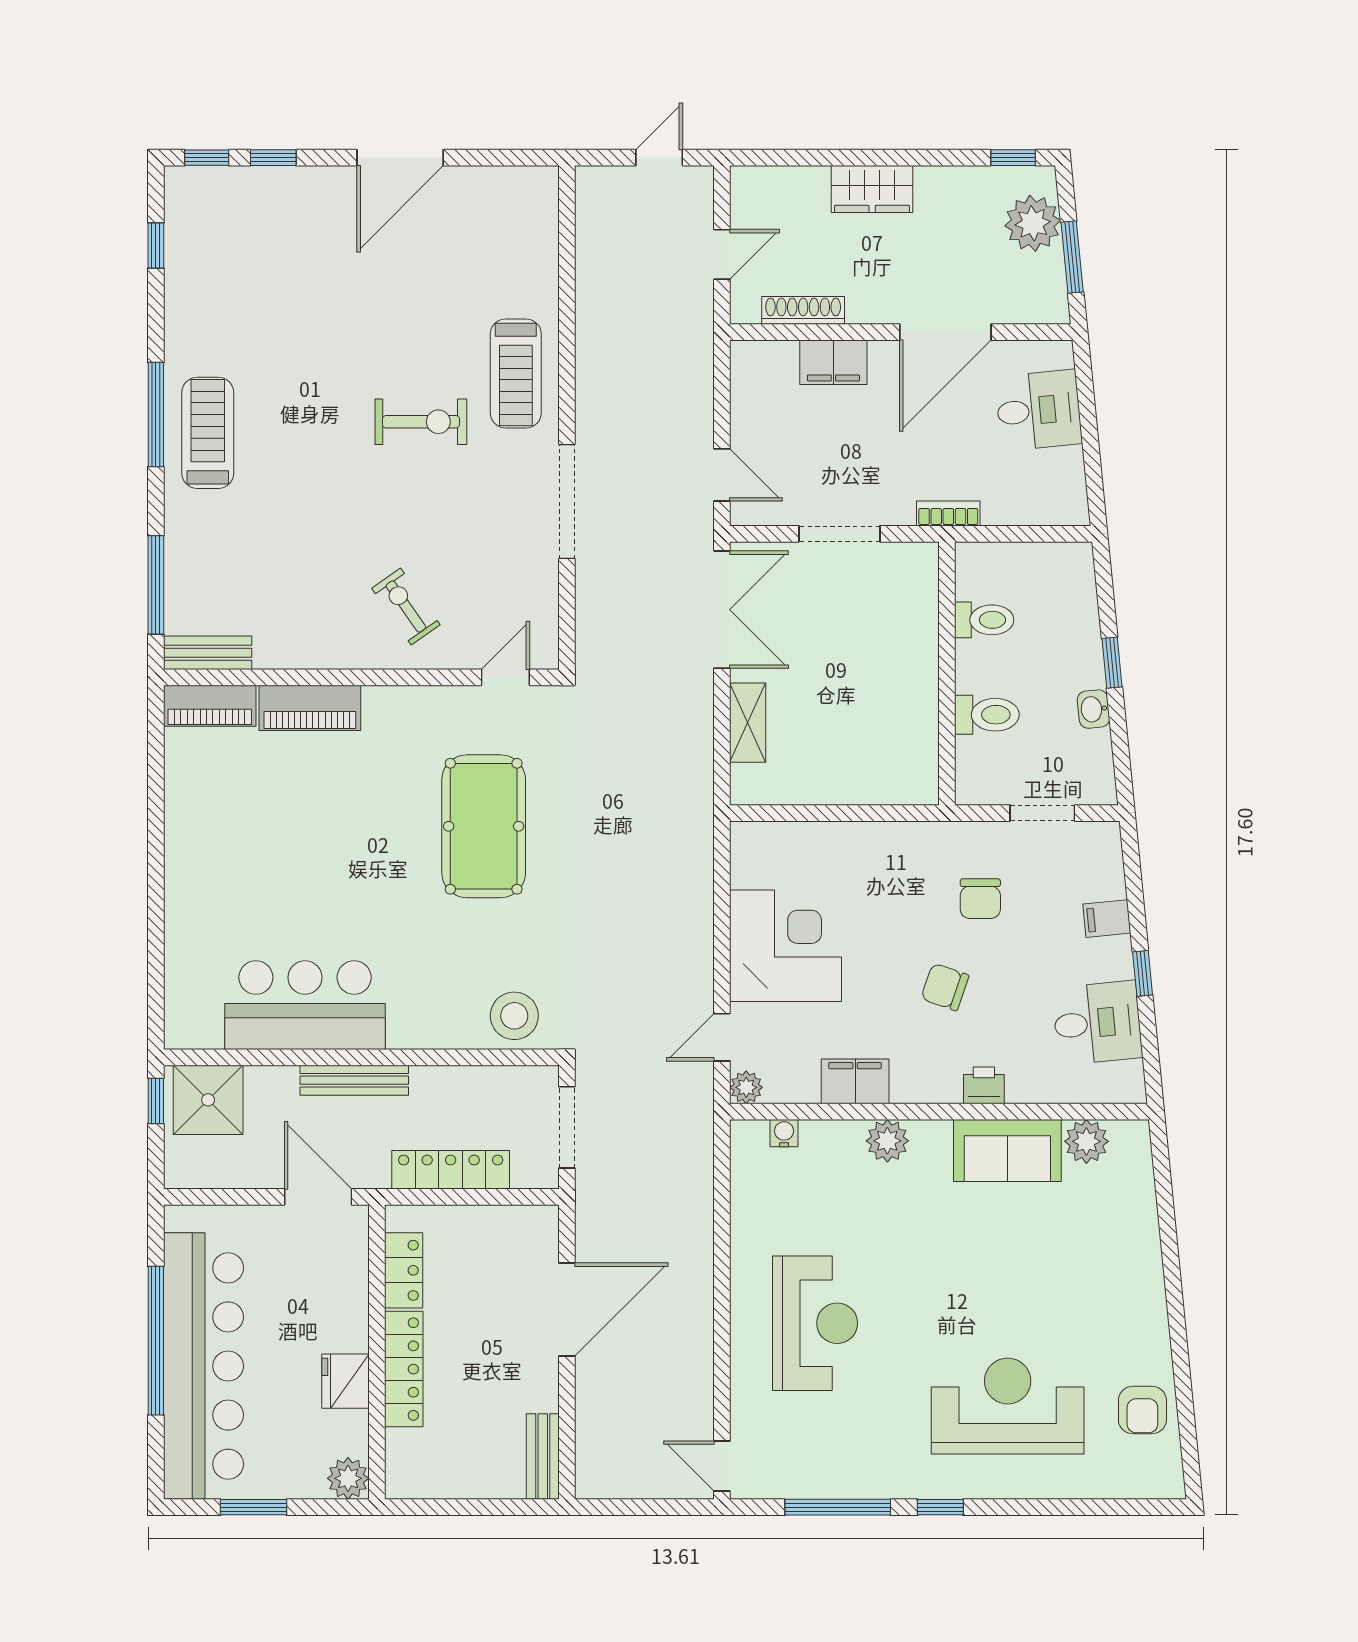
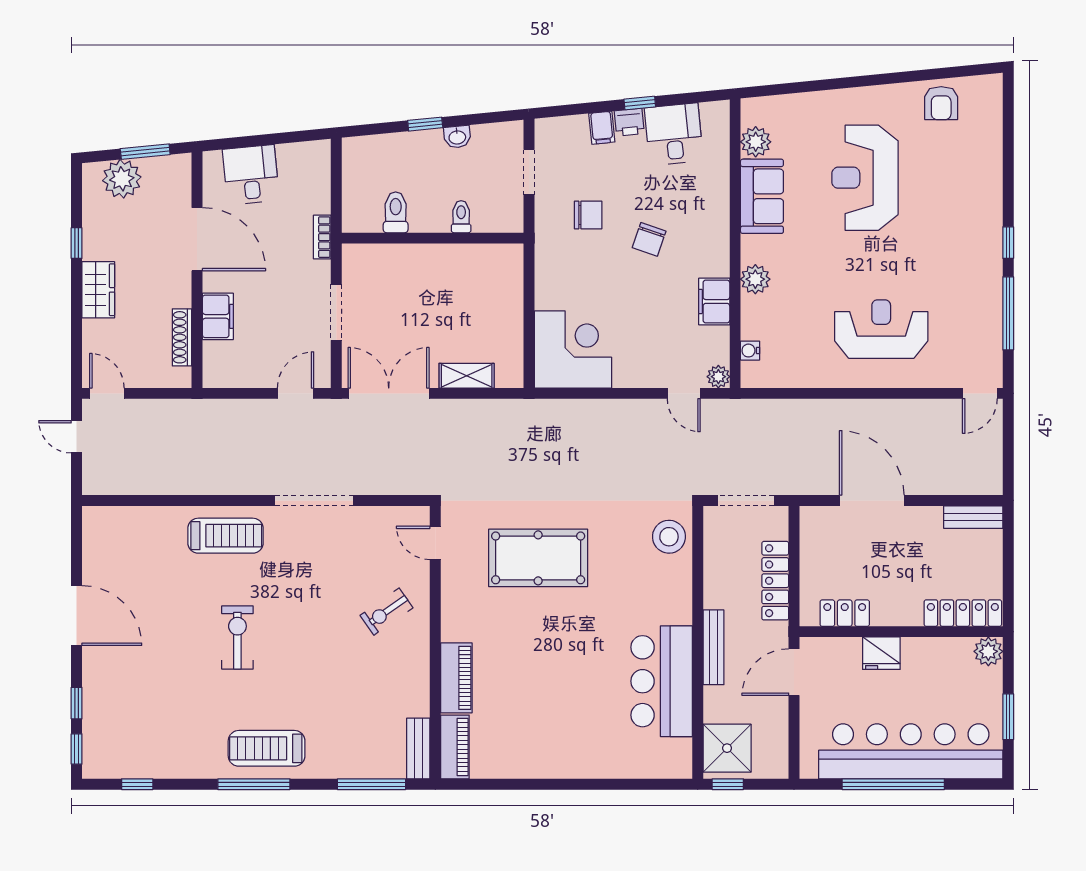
window: (1013, 158) -> (77, 243), moved
door: (722, 254) -> (107, 393), moved
exercise bike: (421, 422) -> (237, 638), moved
toilet: (987, 715) -> (461, 217), width x0.73, depth x0.72
corner desk: (786, 946) -> (573, 349), moved, turned 90
printer: (984, 1085) -> (629, 122), moved, turned -96
locker: (404, 1369) -> (963, 613), moved
fridge: (346, 1381) -> (881, 653), moved
reception desk: (1008, 1406) -> (865, 178), moved
armchair: (1142, 1410) -> (941, 103), turned 90

